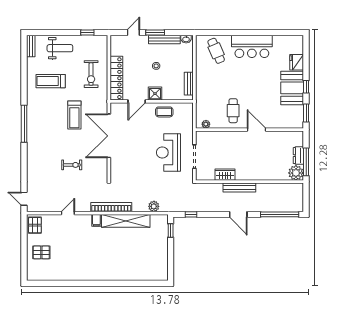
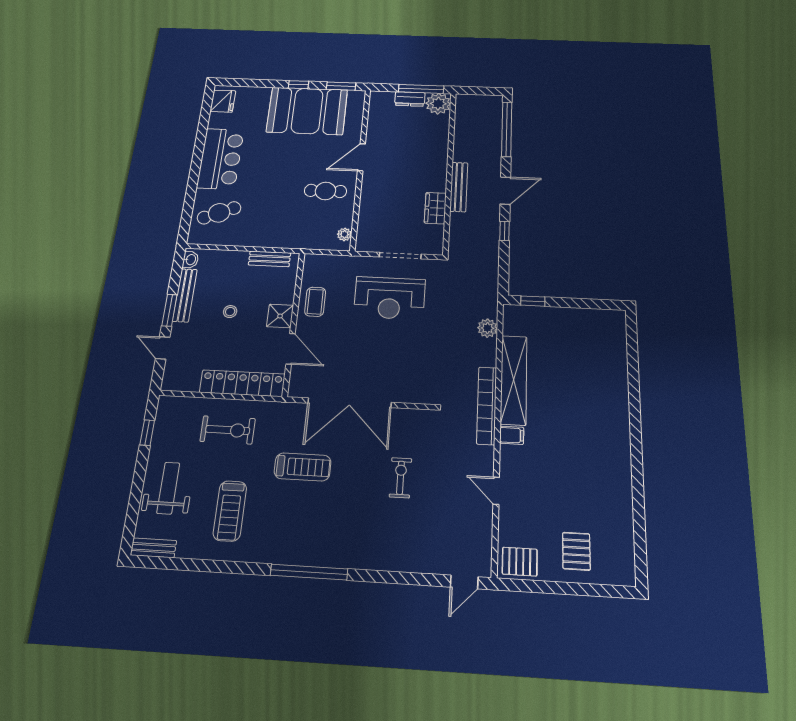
fridge: (297, 62) -> (223, 101), moved, turned -90
booth: (292, 88) -> (307, 111), width x1.36, depth x1.42
window: (191, 214) -> (504, 231), moved

